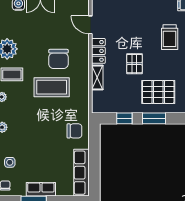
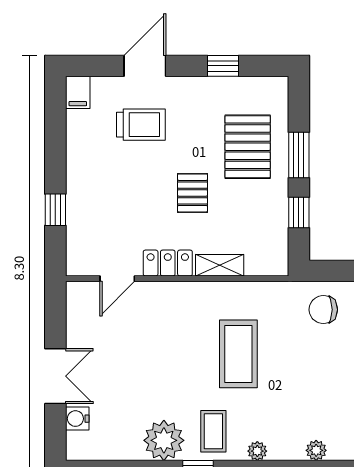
chair: (58, 59) -> (183, 341), removed
pallet: (134, 64) -> (193, 193), turned 90
chair: (74, 131) -> (323, 310), turned -90

